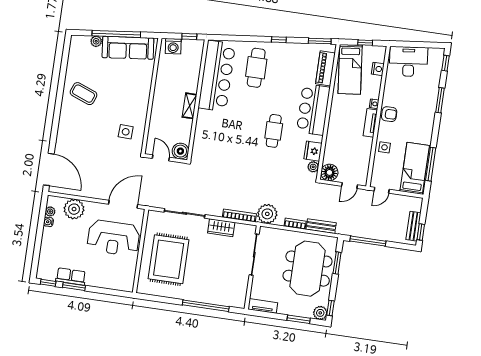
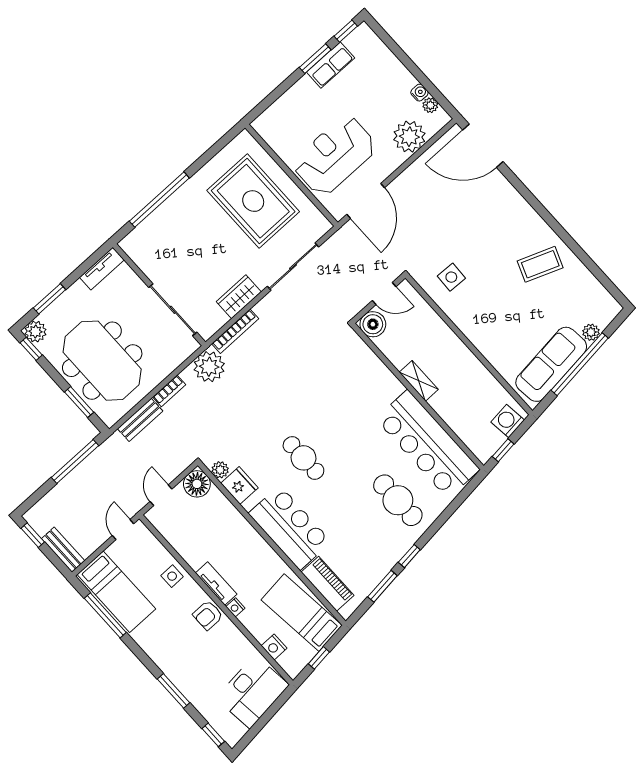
window: (320, 41) -> (382, 586), moved
bench: (413, 226) -> (63, 550), moved

